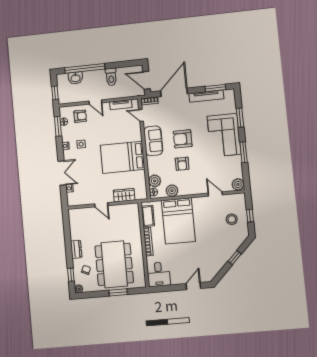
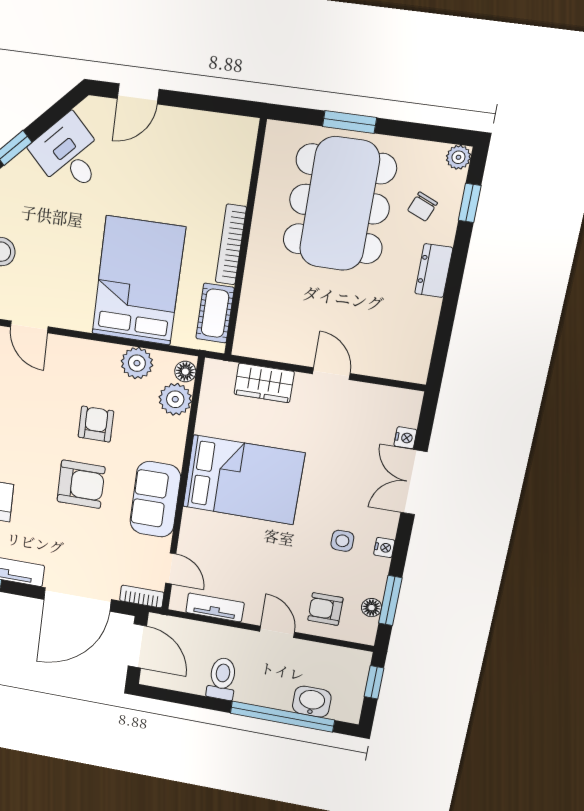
desk: (159, 274) -> (69, 155), moved, turned -45

